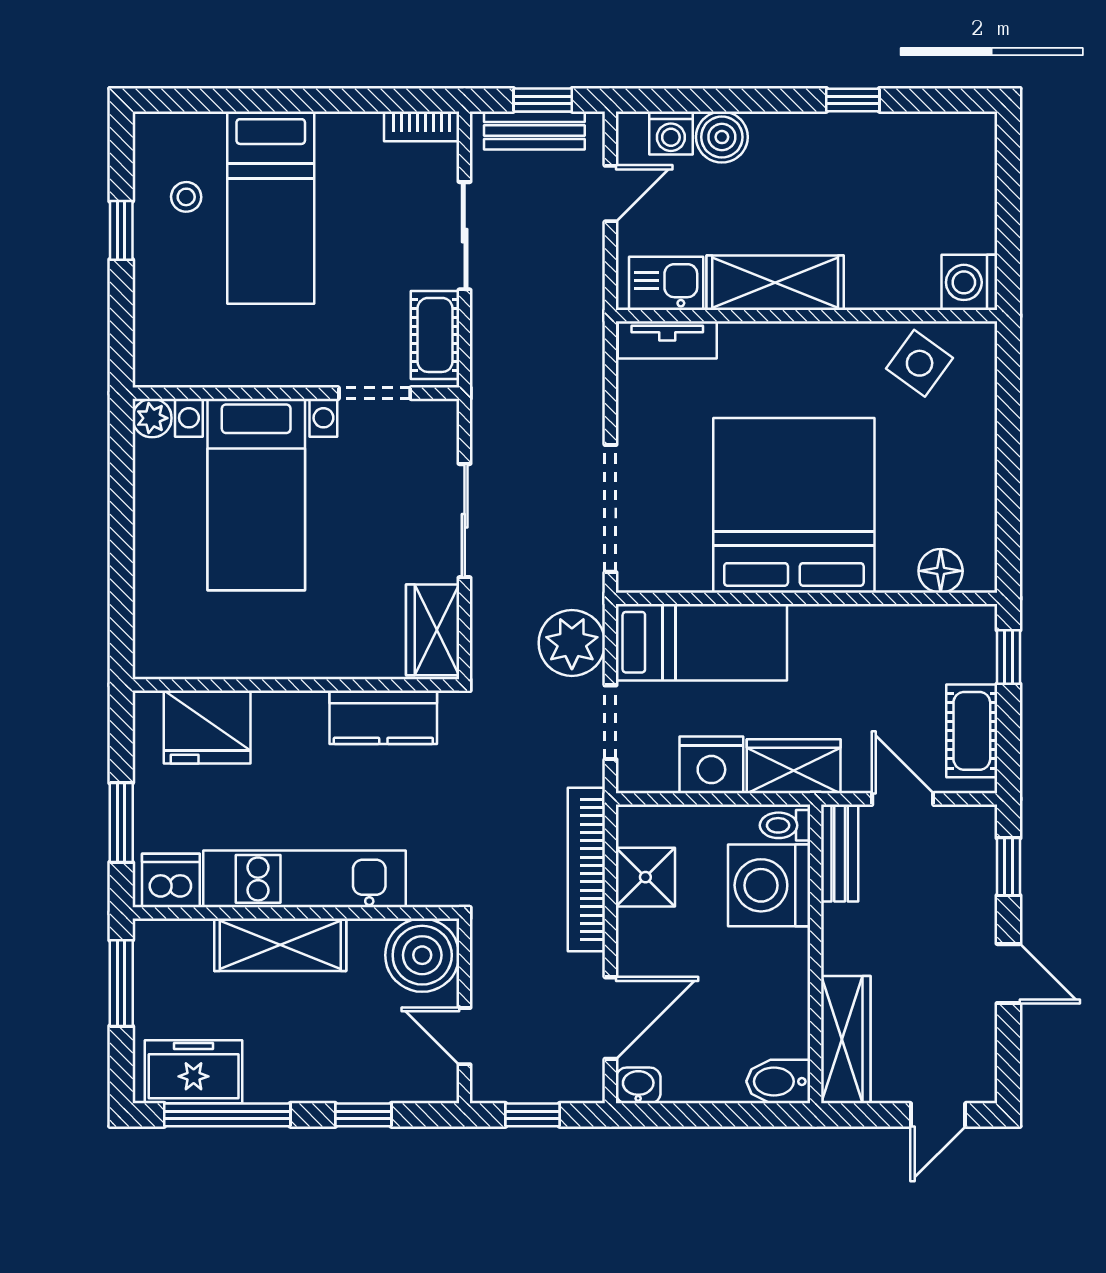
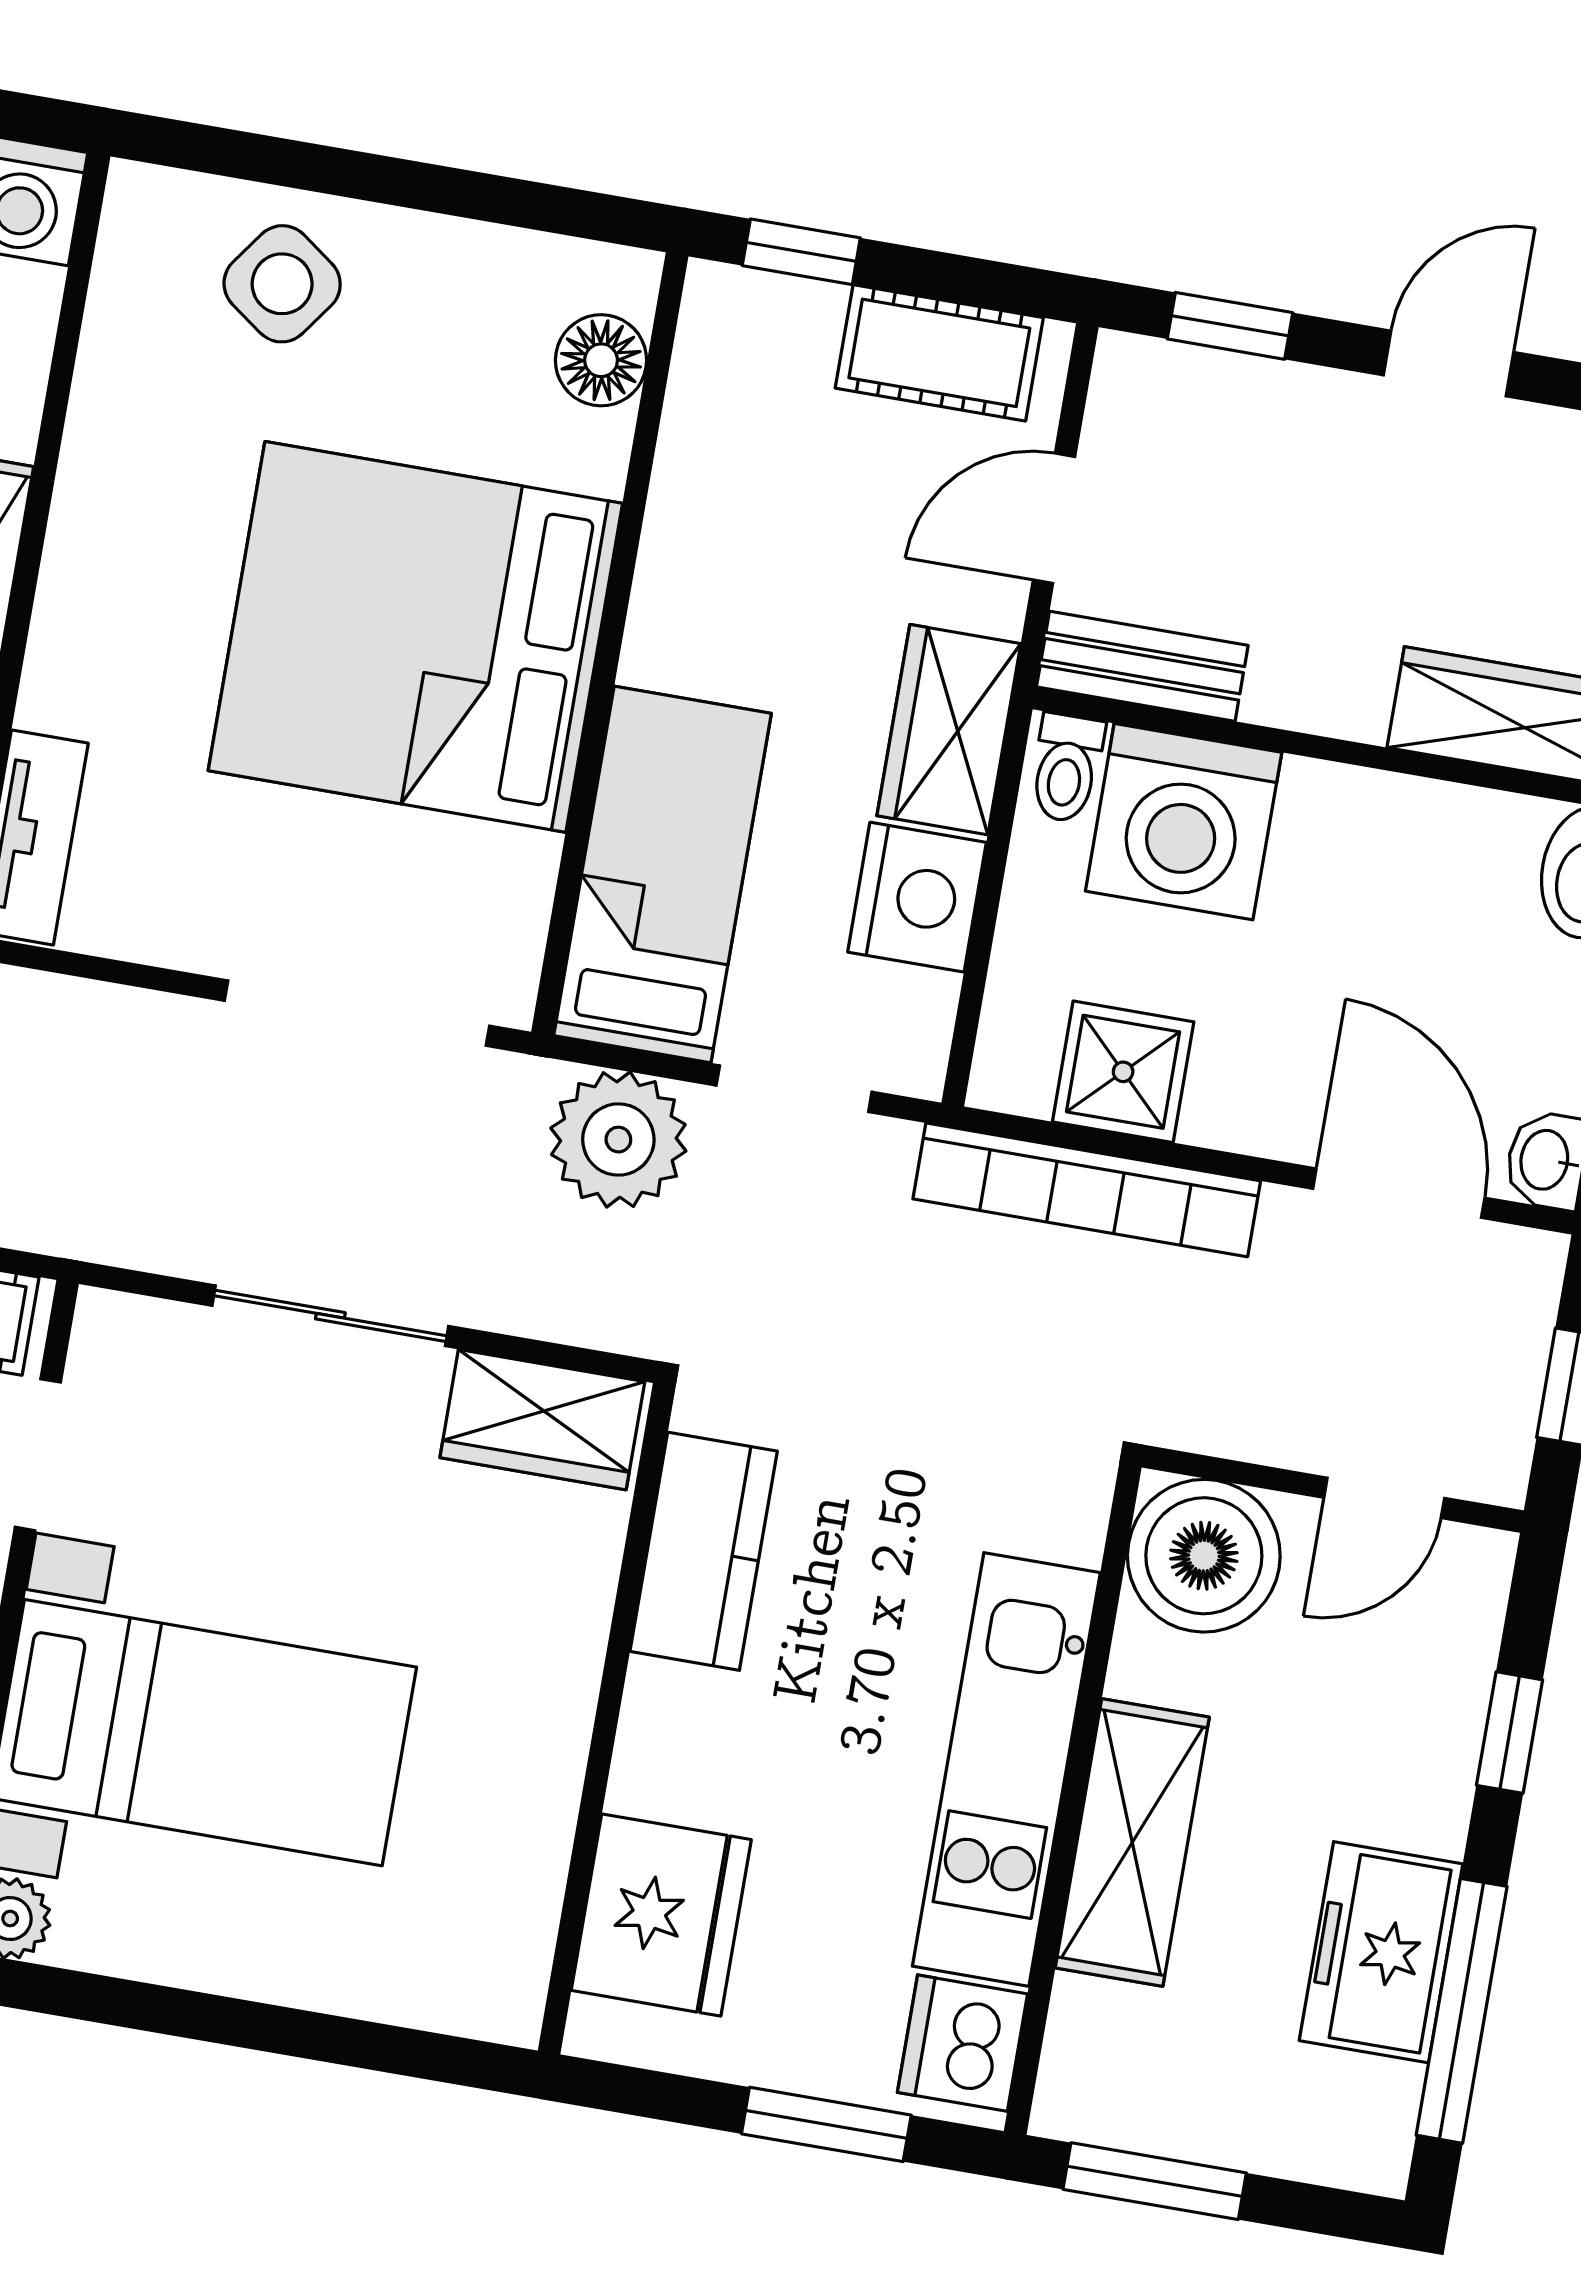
side table: (920, 363) -> (282, 284), moved
freezer: (194, 1072) -> (1381, 1952), moved

